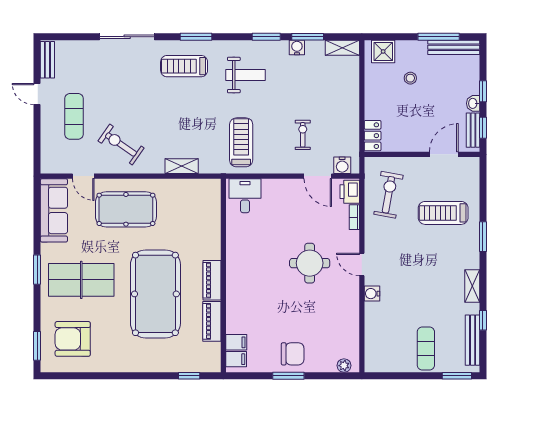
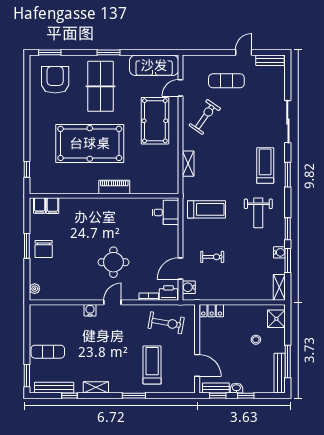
piano: (212, 280) -> (114, 187), moved
piano: (212, 321) -> (69, 187), removed

